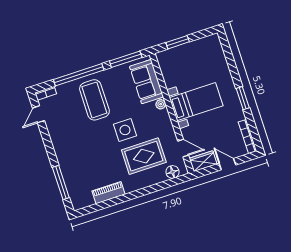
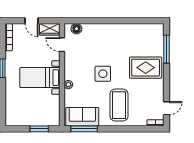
window: (79, 75) -> (125, 129), removed
sofa: (146, 82) -> (82, 117), moved, turned -90
rug: (144, 156) -> (146, 68), moved
piano: (108, 193) -> (132, 29), removed

